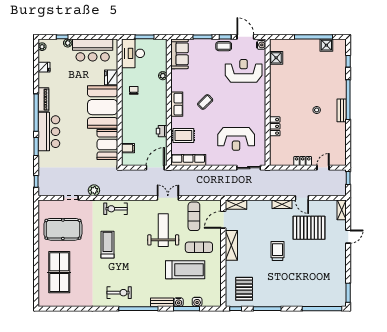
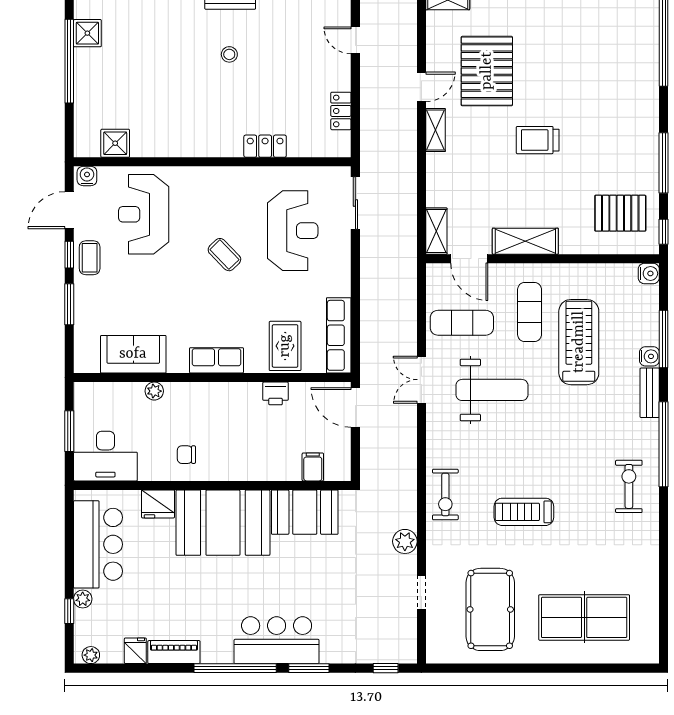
sofa: (180, 54) -> (133, 354), moved
piano: (43, 100) -> (174, 652), moved
coffee table: (205, 102) -> (224, 255), moved
locker: (303, 161) -> (341, 111), moved
weight bench: (163, 230) -> (492, 390), turned 180
water cooler: (197, 302) -> (649, 273), moved

